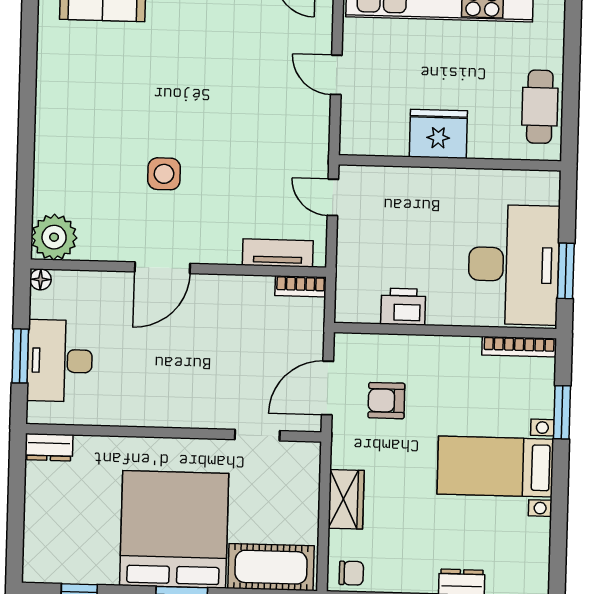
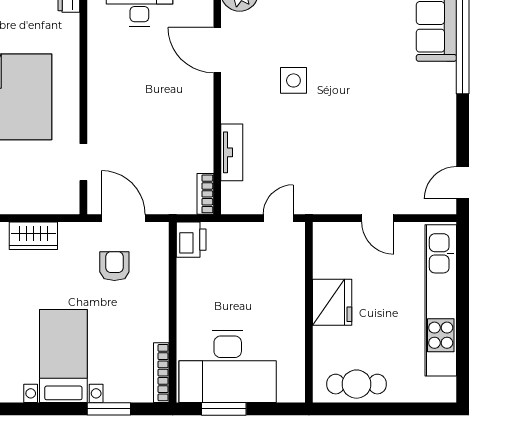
door: (336, 75) -> (378, 218), swing flipped
tv unit: (278, 253) -> (232, 152), moved
door: (162, 268) -> (217, 50), moved
printer: (403, 307) -> (191, 240), moved

